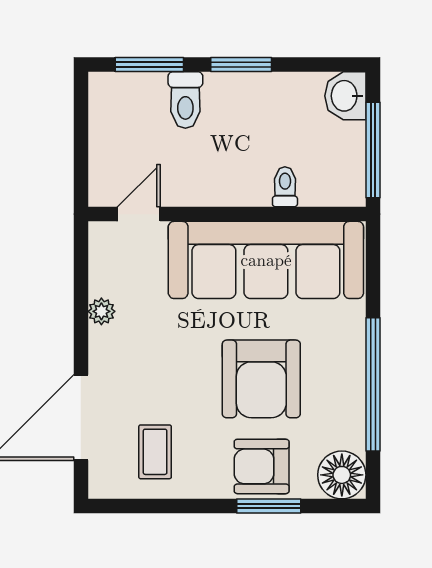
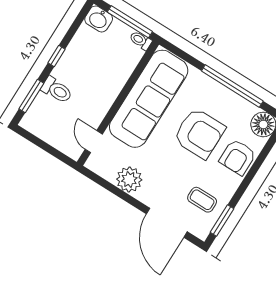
window: (241, 65) -> (56, 56), width x0.67
toilet: (285, 187) -> (141, 40), moved
plant: (101, 311) -> (129, 180), width x1.88, depth x1.88
window: (269, 506) -> (222, 220), moved

